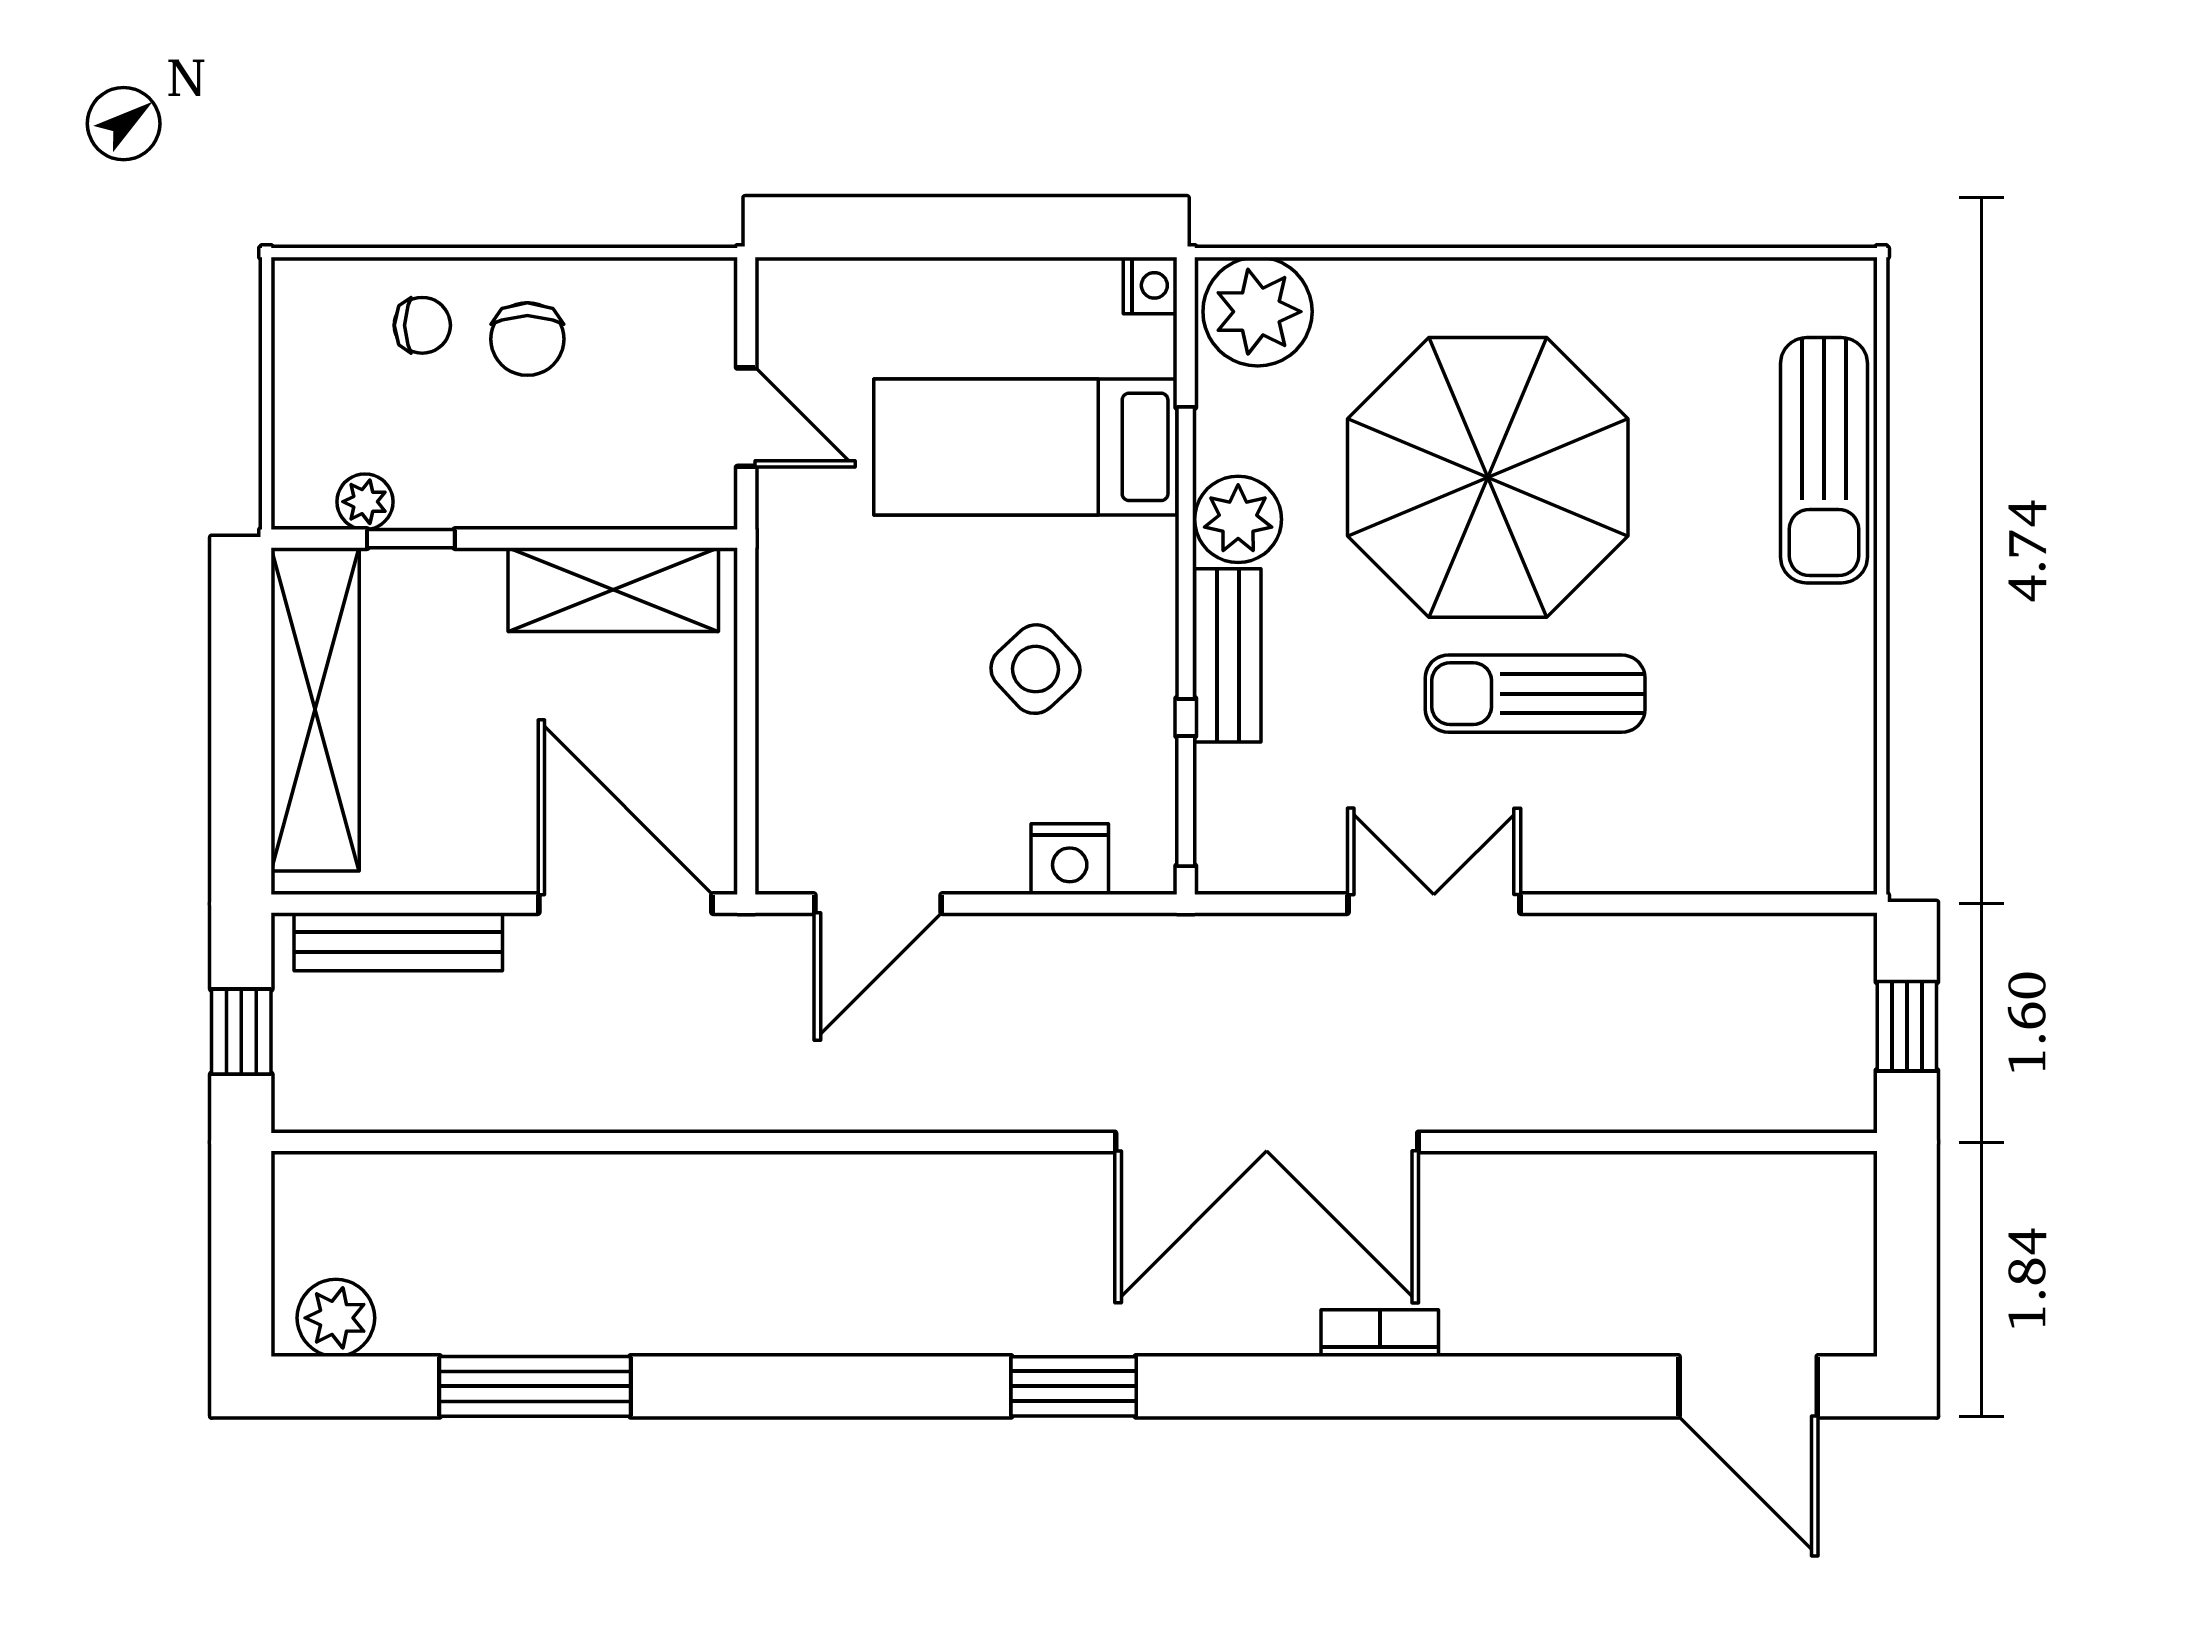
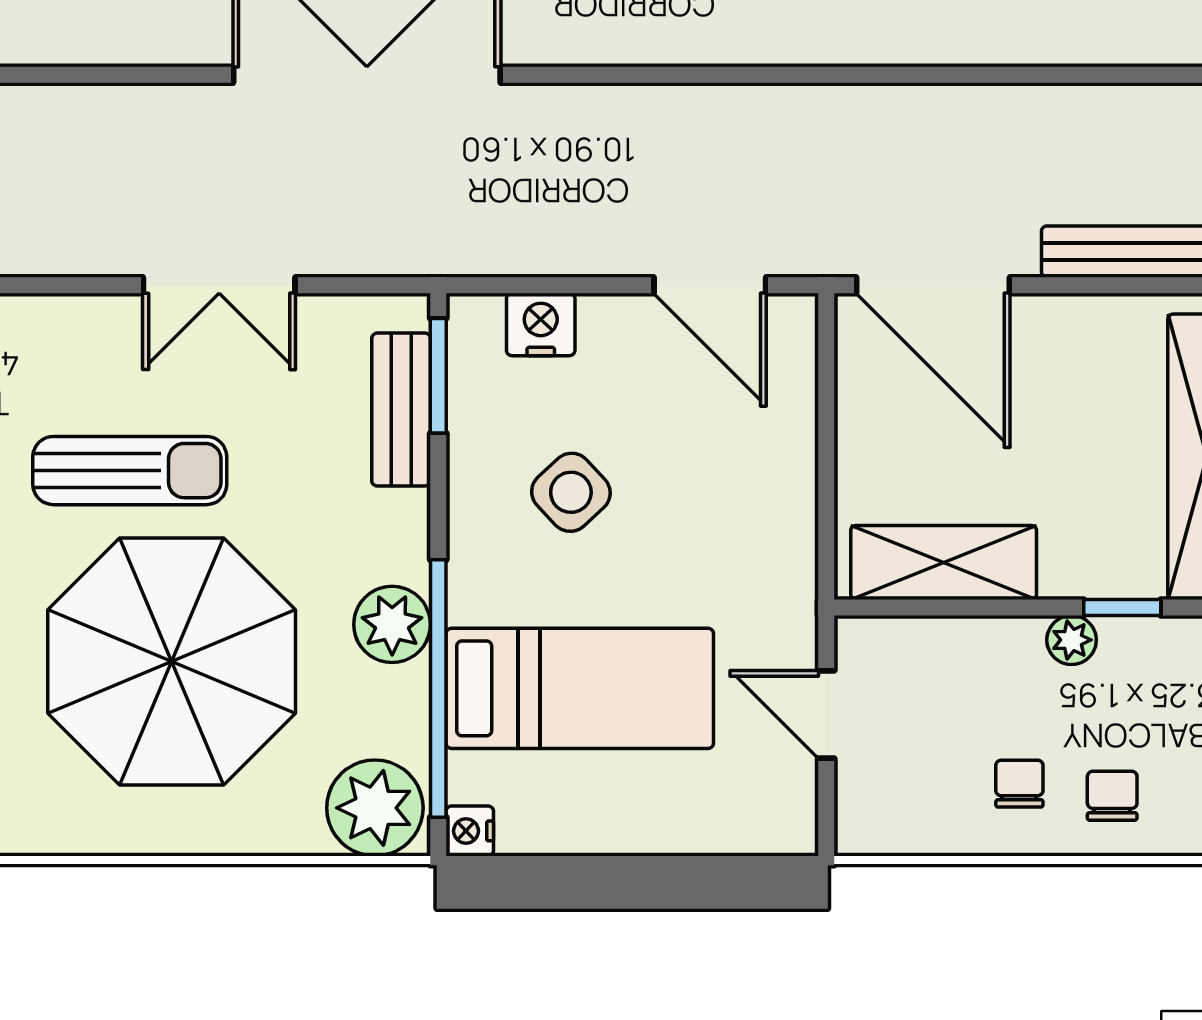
chair: (422, 325) -> (1112, 796), turned 90
chair: (527, 339) -> (1019, 784), width x0.73, depth x0.73
plant: (365, 502) -> (1072, 640), moved
window: (1186, 553) -> (438, 688), moved
bench: (1228, 655) -> (401, 410), moved
door: (878, 904) -> (710, 285), swing flipped

